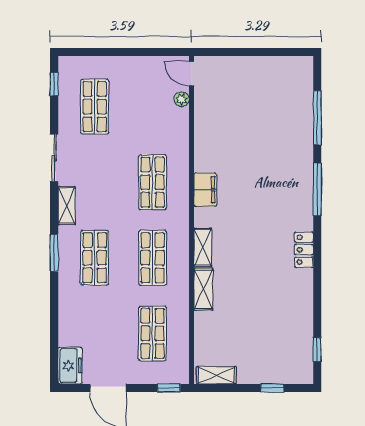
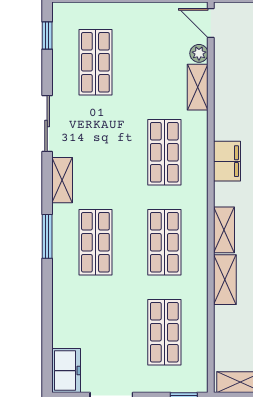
shelving: (181, 128) -> (198, 87), added

